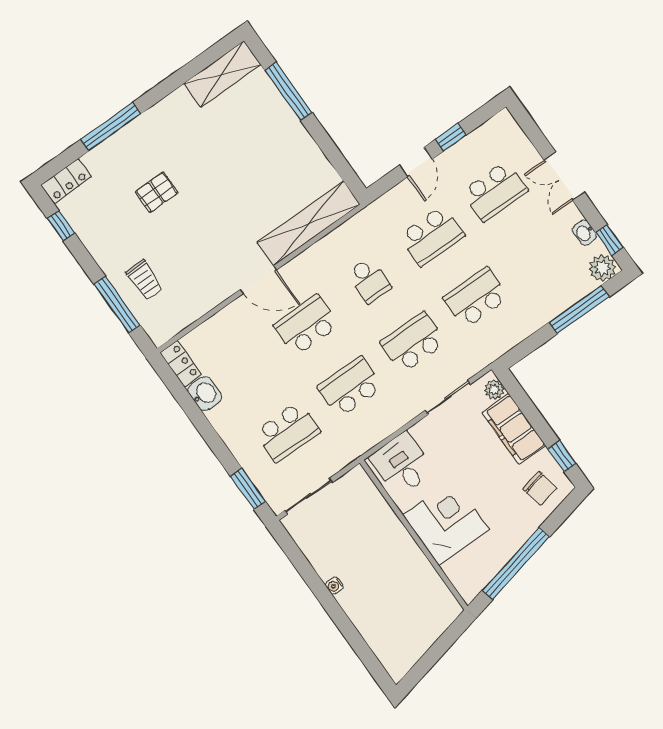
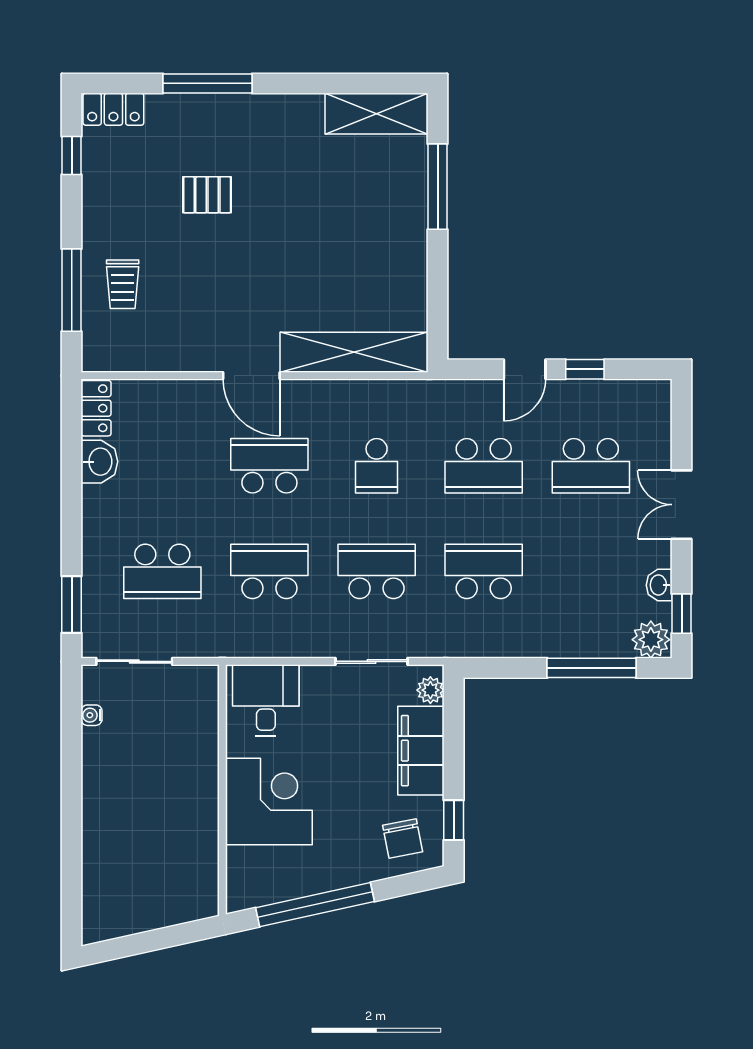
water cooler: (334, 586) -> (91, 715), moved

